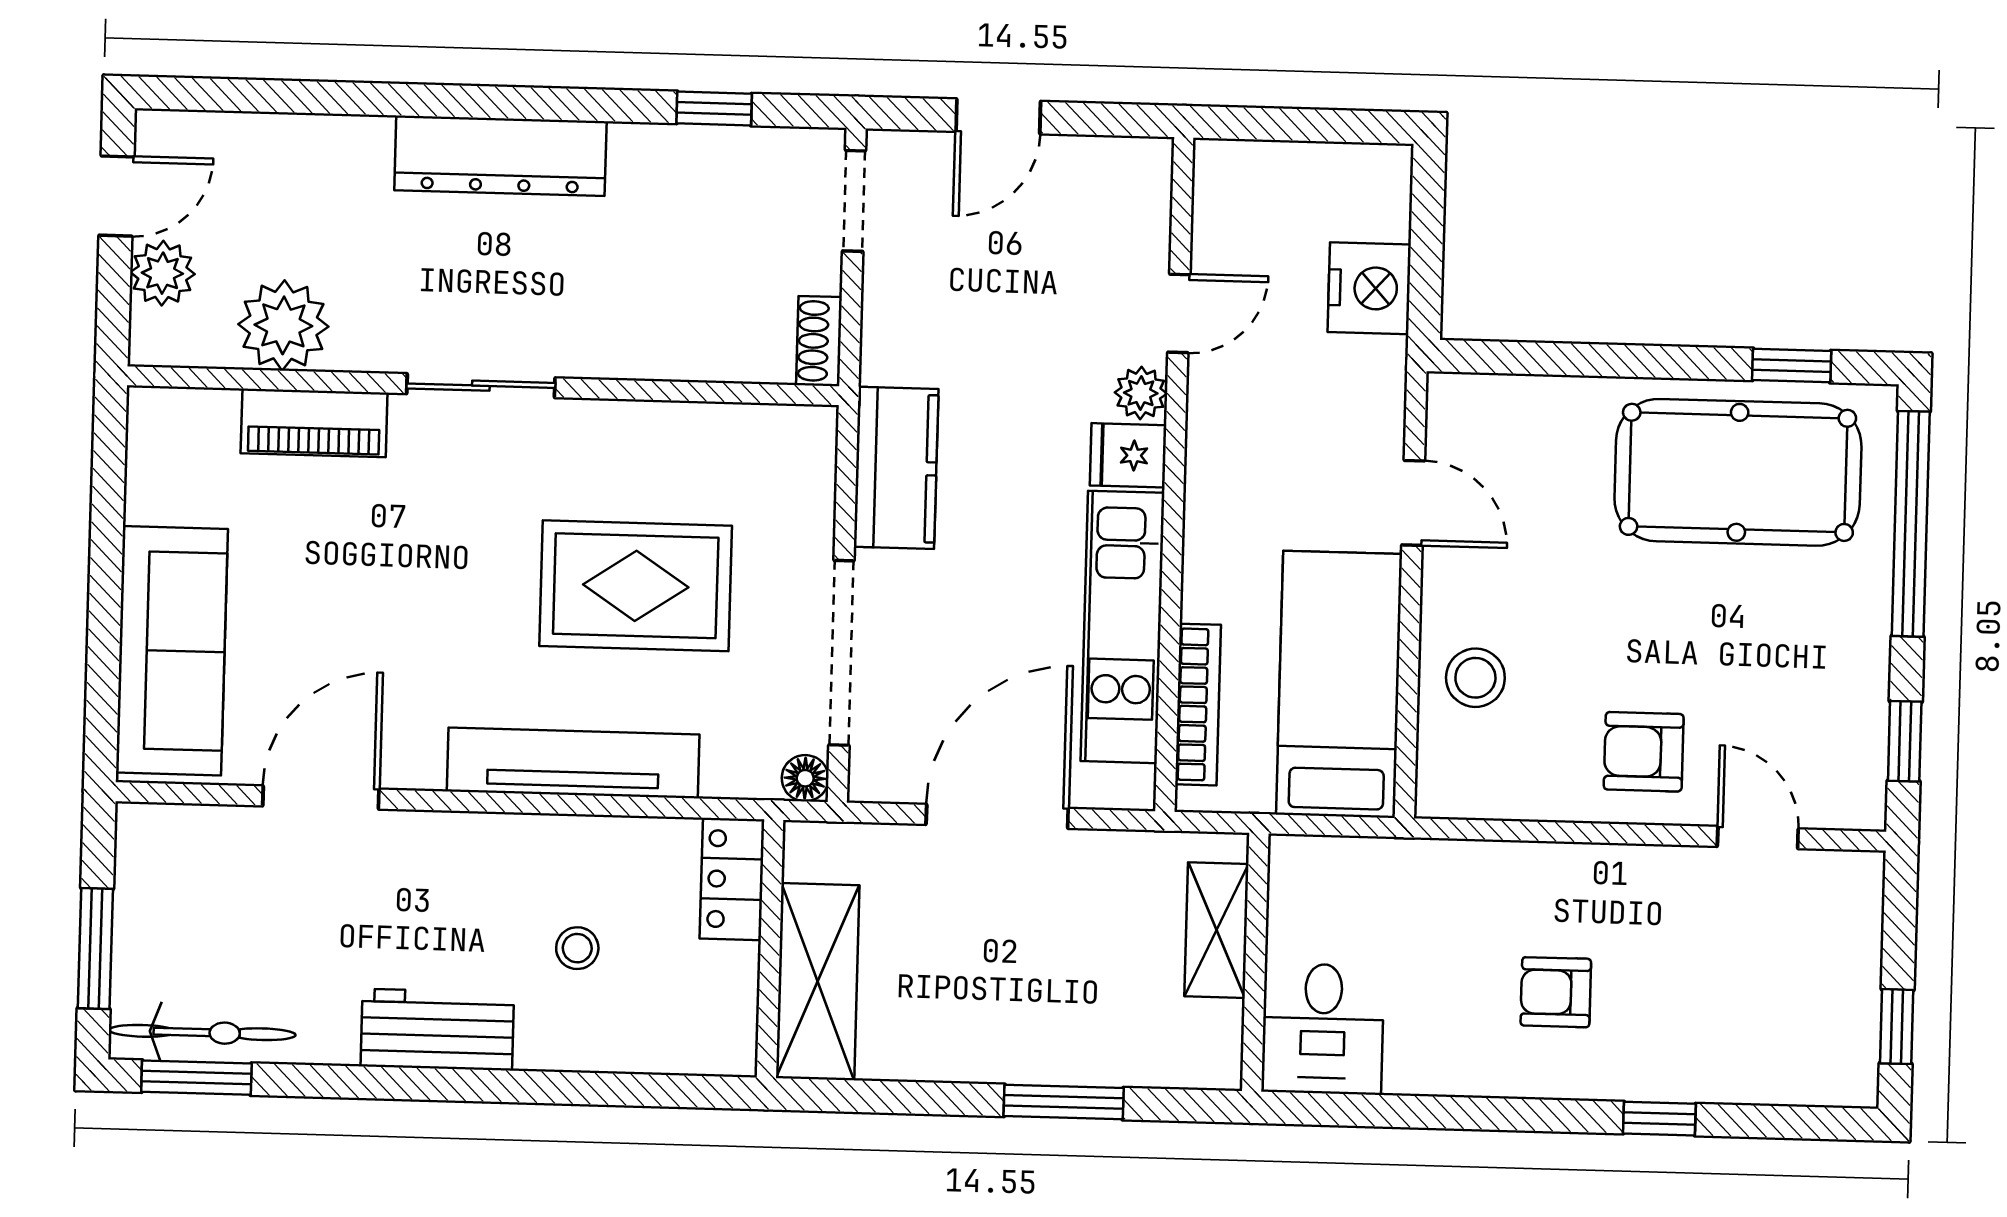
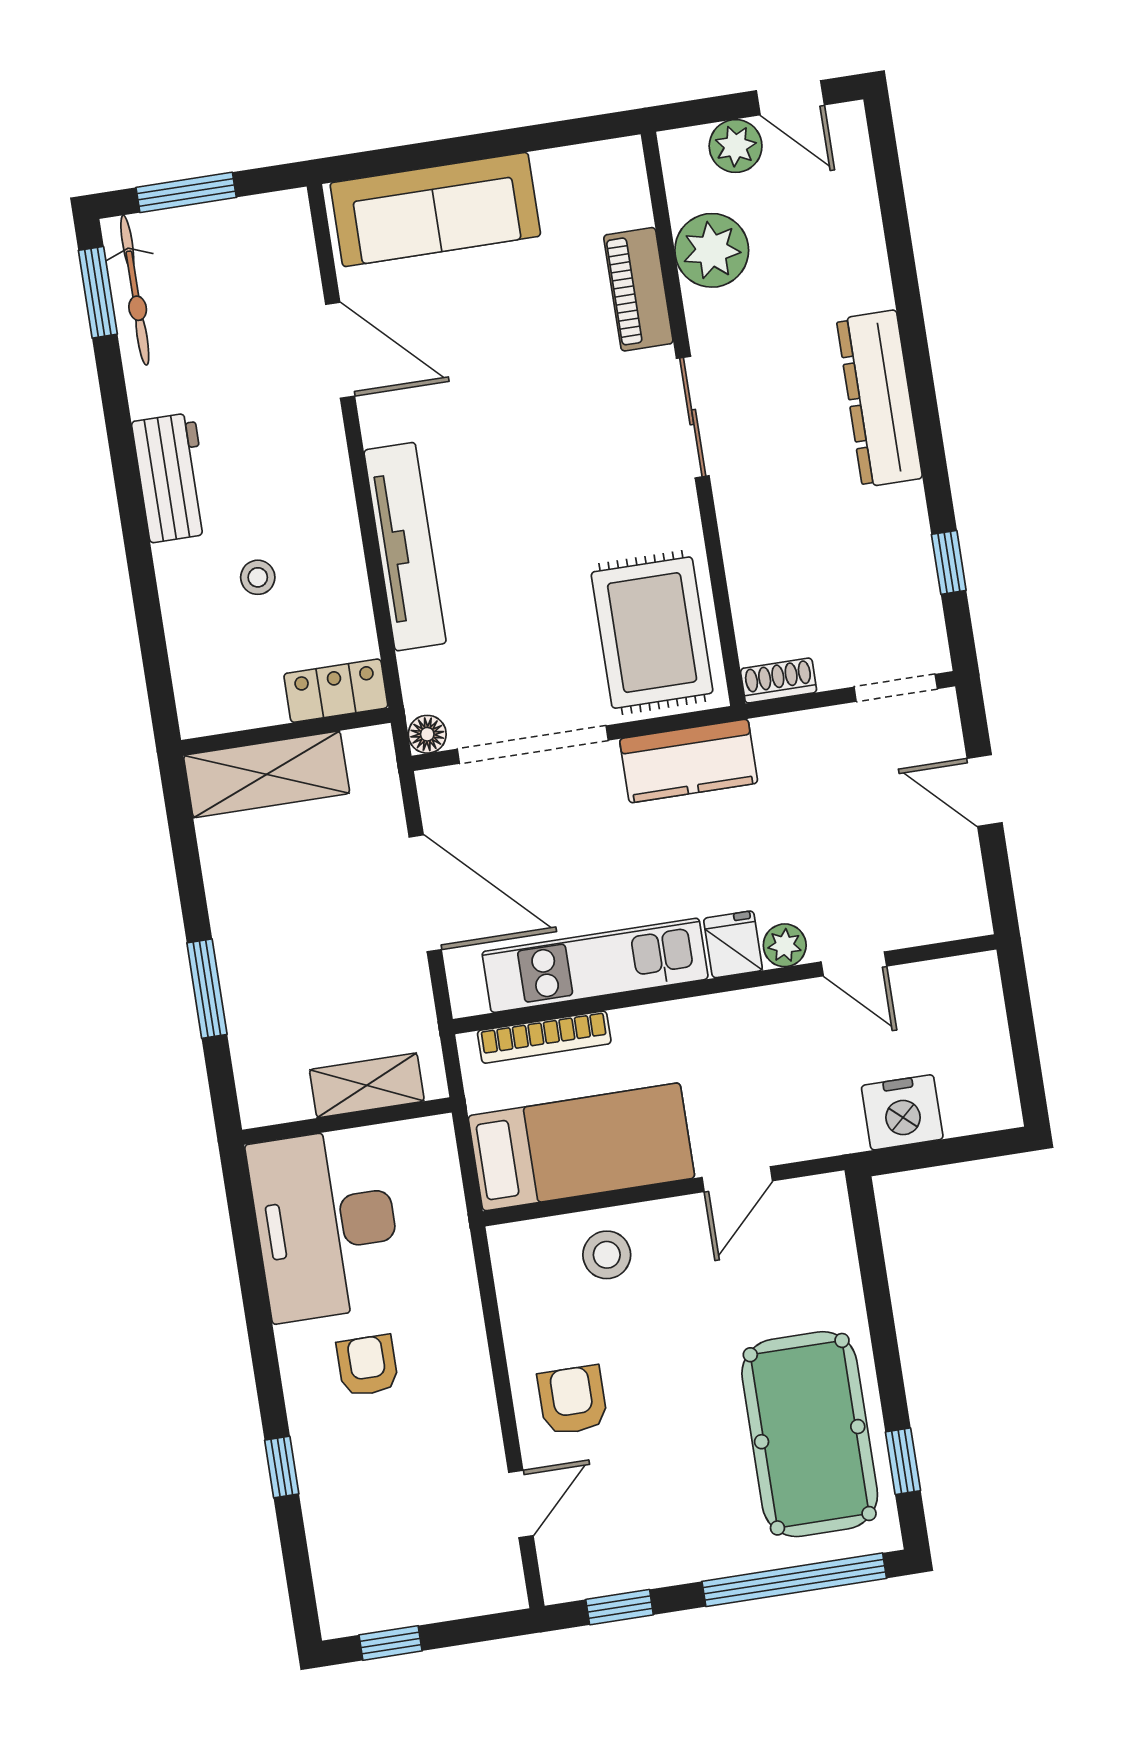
rug: (636, 586) -> (652, 633), moved
desk: (1323, 1029) -> (326, 1224), width x1.87, depth x1.30

